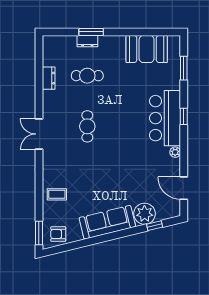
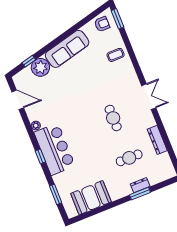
dresser: (49, 78) -> (157, 140), width x1.44

